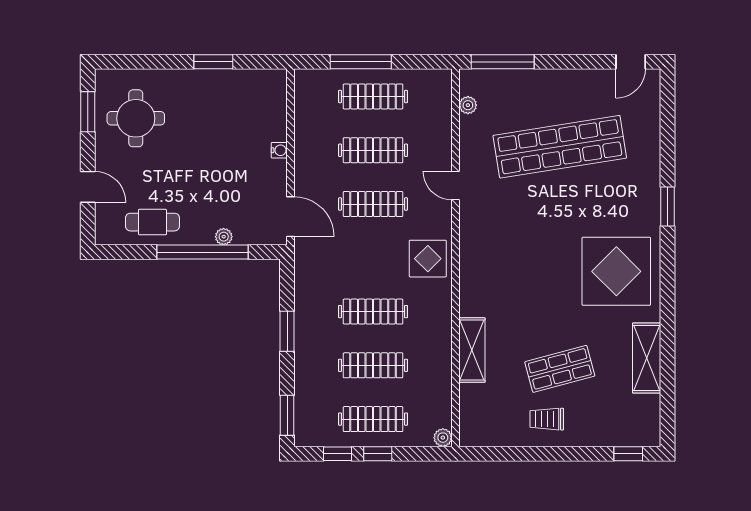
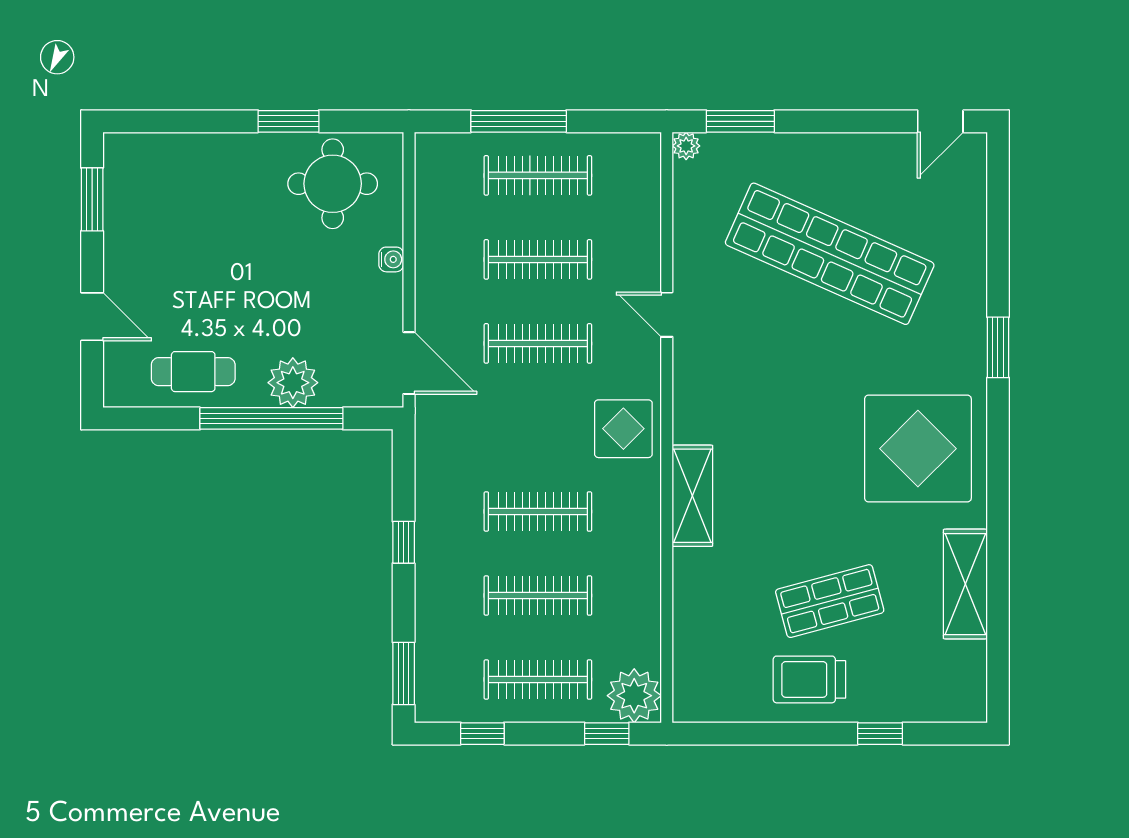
window: (503, 62) -> (740, 121), width x0.69
plant: (468, 105) -> (686, 146), moved
round table: (136, 118) -> (333, 184), moved
shop shelf: (560, 147) -> (830, 254), turned 33
plant: (224, 237) -> (293, 383), width x1.88, depth x1.88
window: (287, 331) -> (404, 542), width x0.67
shelving: (472, 350) -> (692, 496), moved
trolley: (547, 419) -> (809, 679), width x1.36, depth x1.39
plant: (443, 438) -> (634, 696), width x1.88, depth x1.88
window: (378, 454) -> (607, 734), moved
window: (628, 454) -> (880, 734), moved

